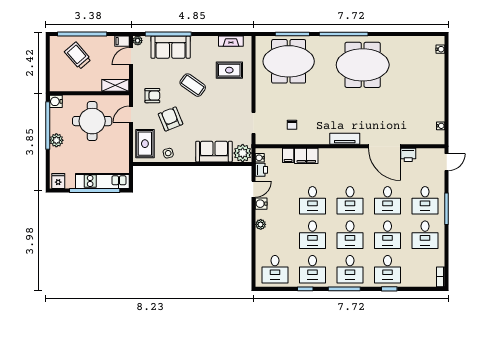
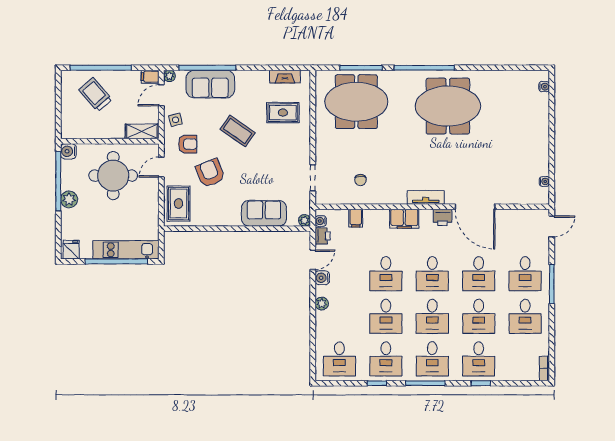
side table: (168, 153) -> (176, 120), moved
plant: (243, 153) -> (305, 220), width x0.53, depth x0.53
printer: (408, 155) -> (443, 217), moved
filing cabinet: (306, 156) -> (404, 219), moved

